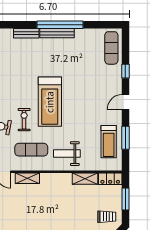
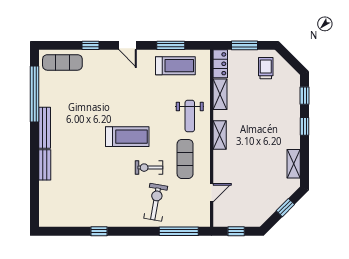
window: (60, 25) -> (35, 94), moved
treadmill: (50, 102) -> (127, 137), width x0.73, depth x0.73
shelving: (27, 178) -> (220, 135), moved

